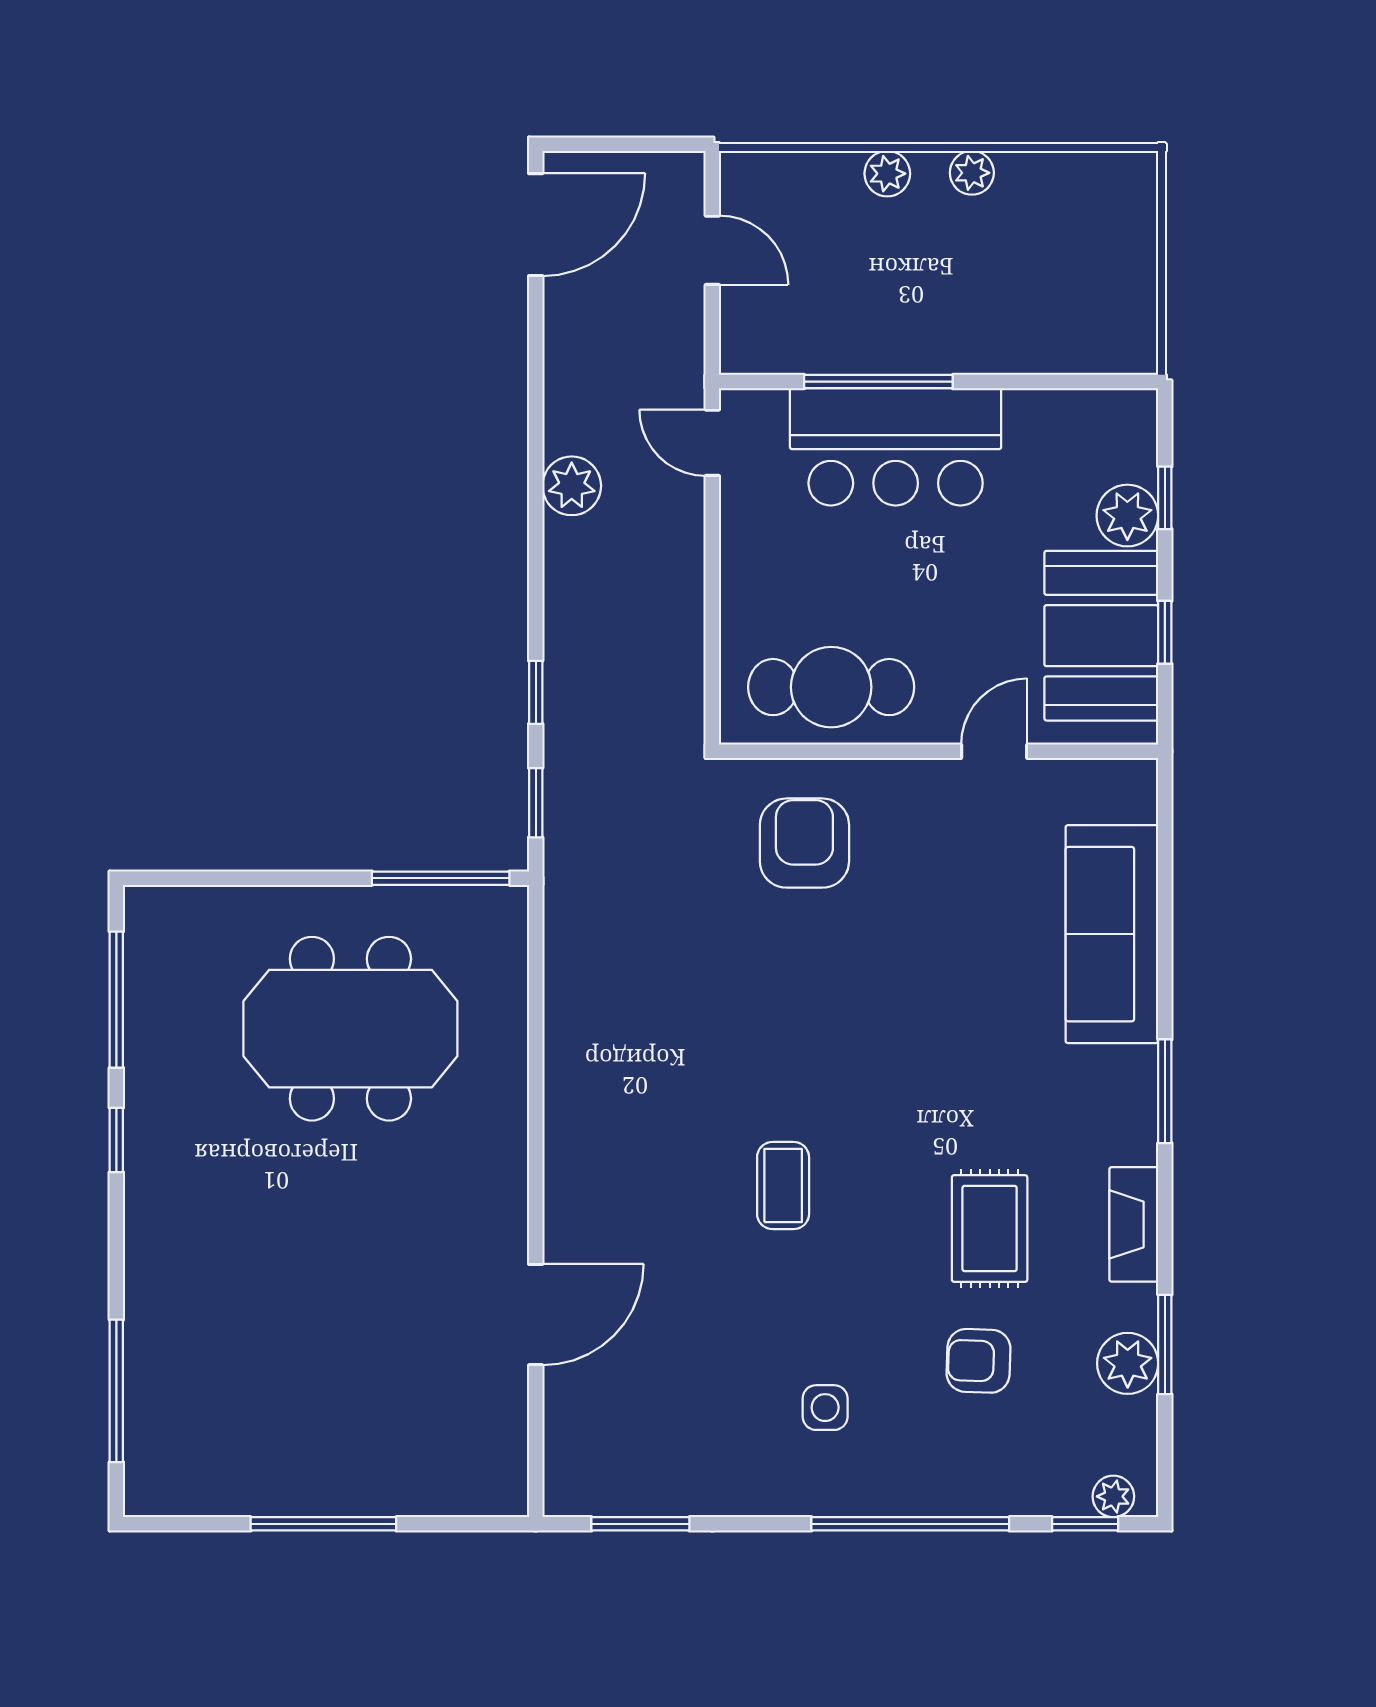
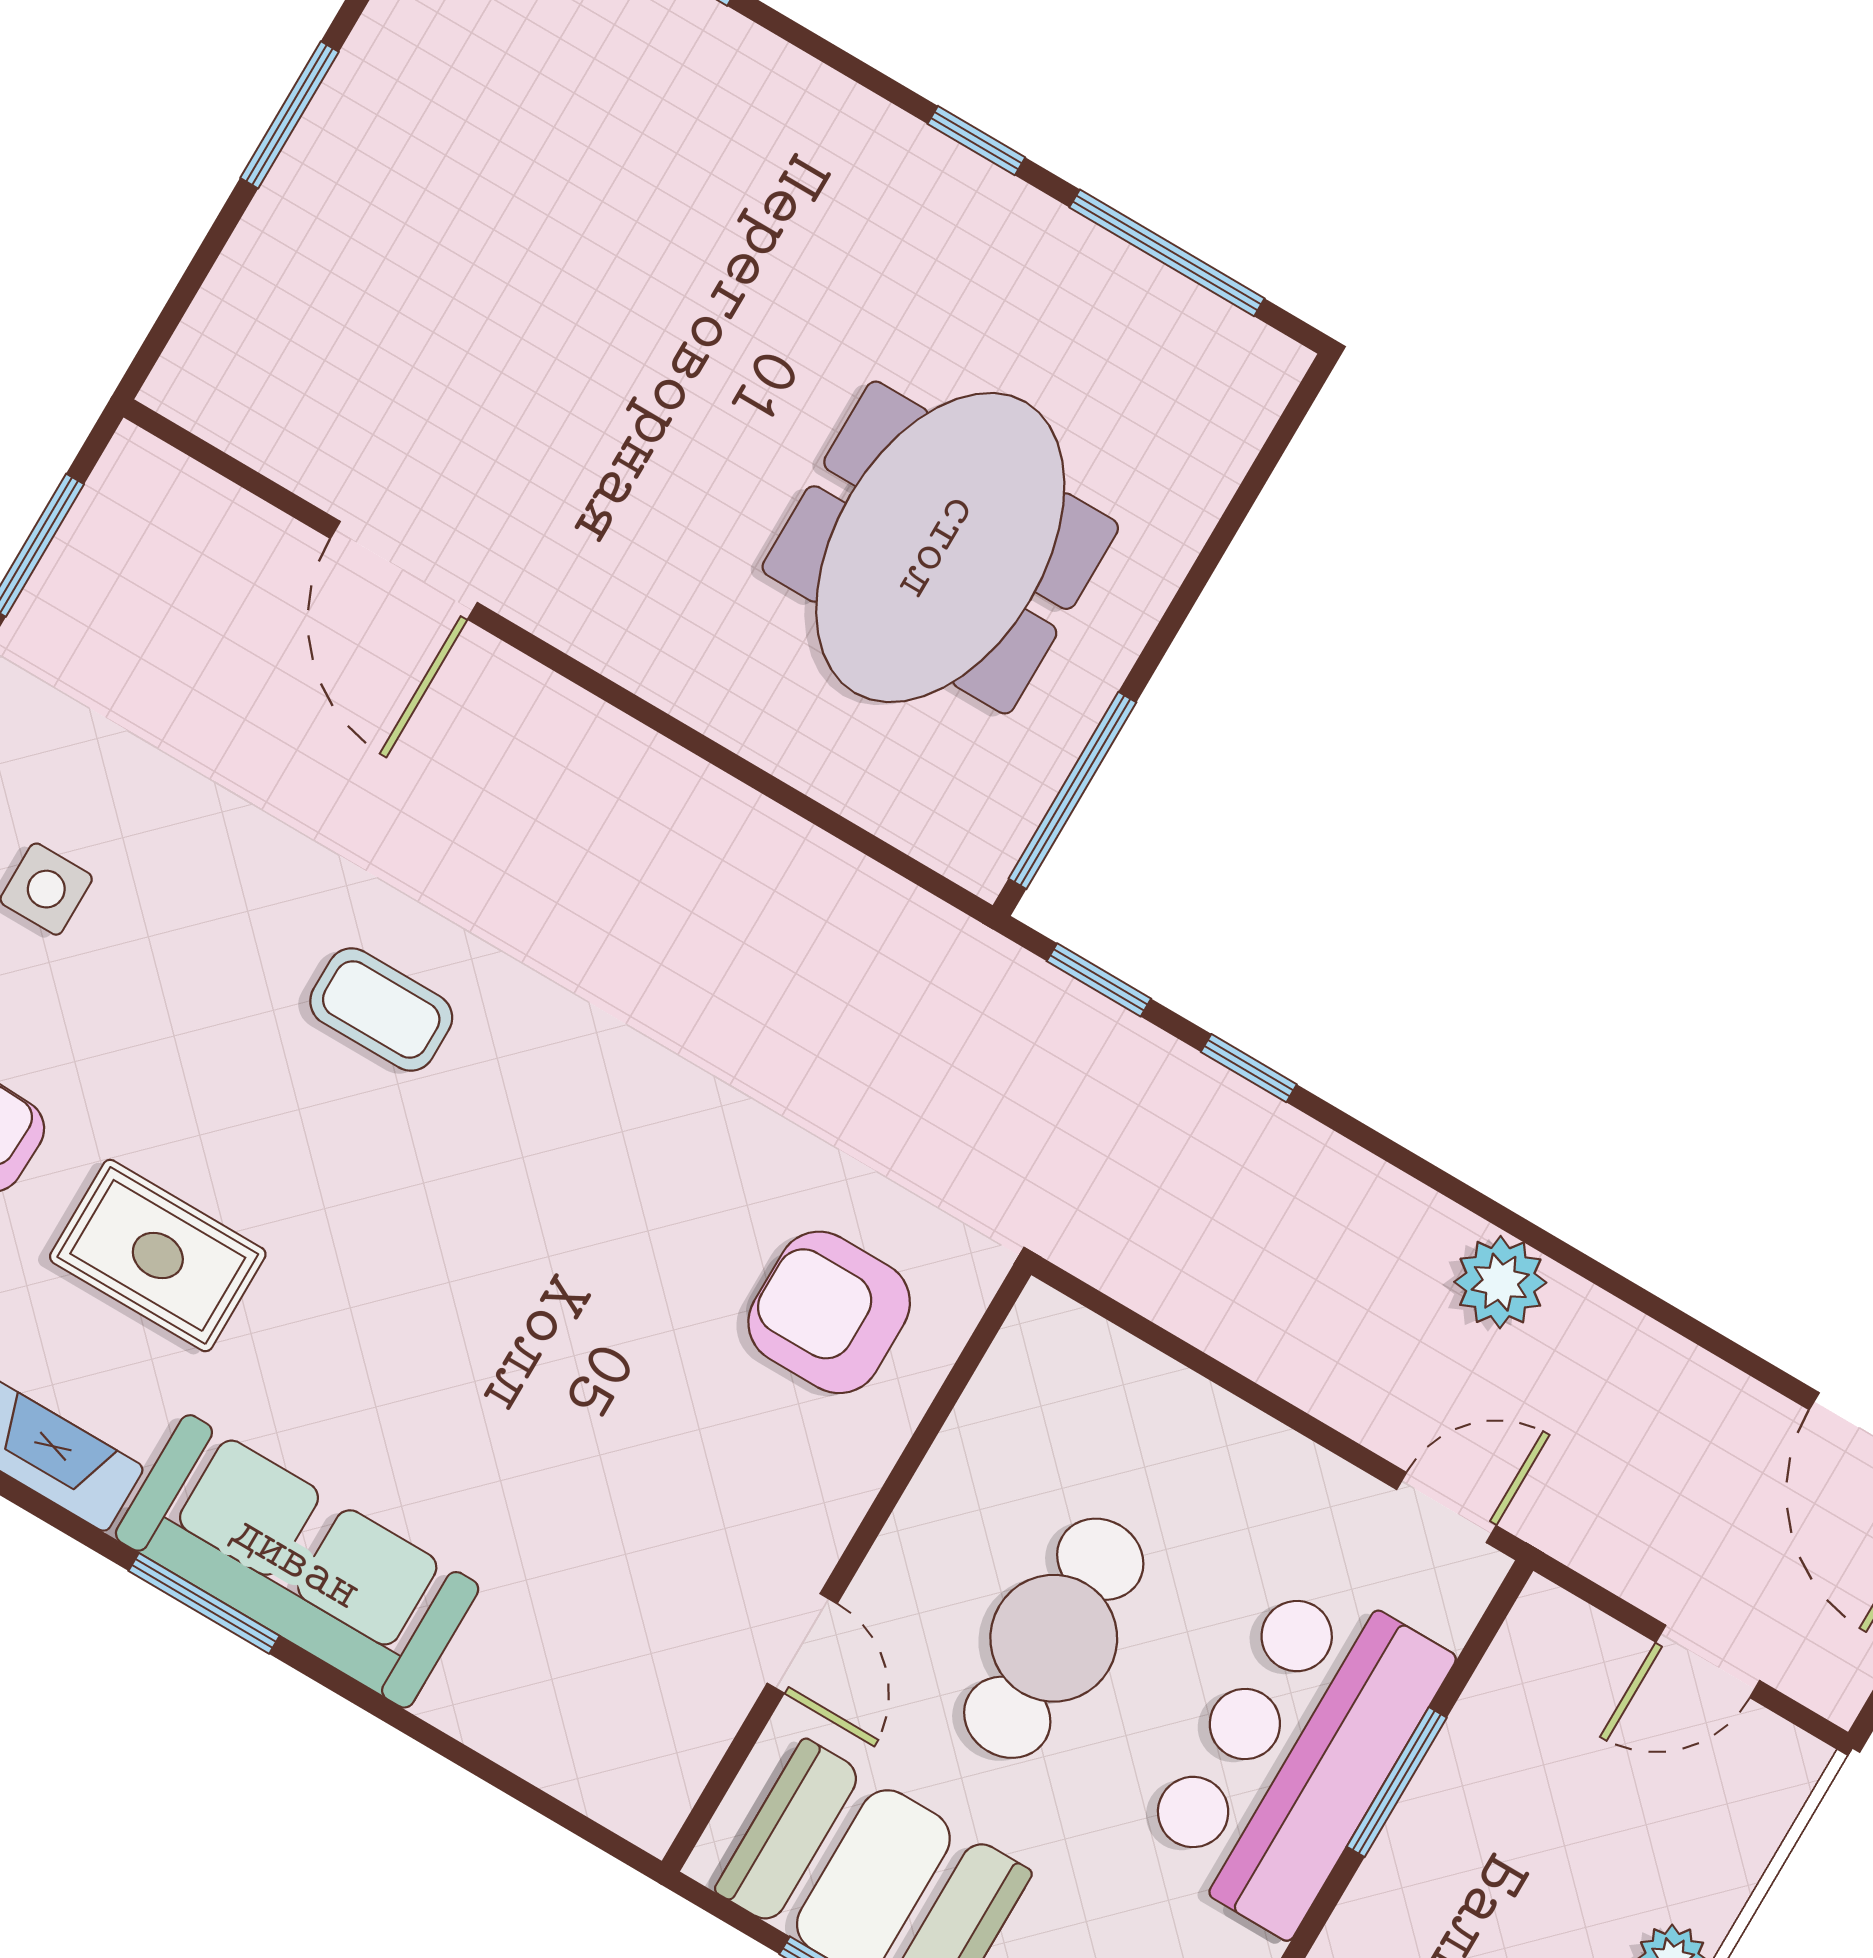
window: (878, 382) -> (1397, 1782), width x0.69
cafe table: (831, 687) -> (1054, 1638), moved
armchair: (804, 843) -> (829, 1312), turned 180
sofa: (1112, 934) -> (297, 1561), moved
window: (323, 1524) -> (289, 115), width x0.69

